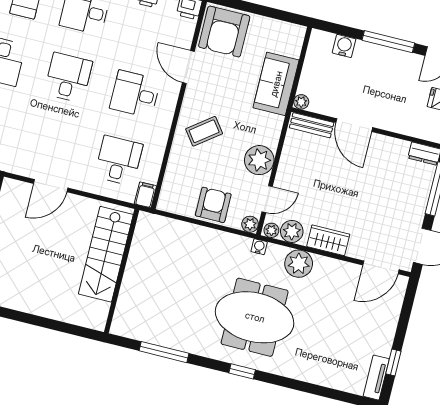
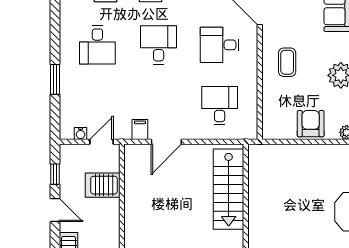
coffee table: (204, 131) -> (287, 62), turned -53
filing cabinet: (145, 195) -> (140, 129), moved

